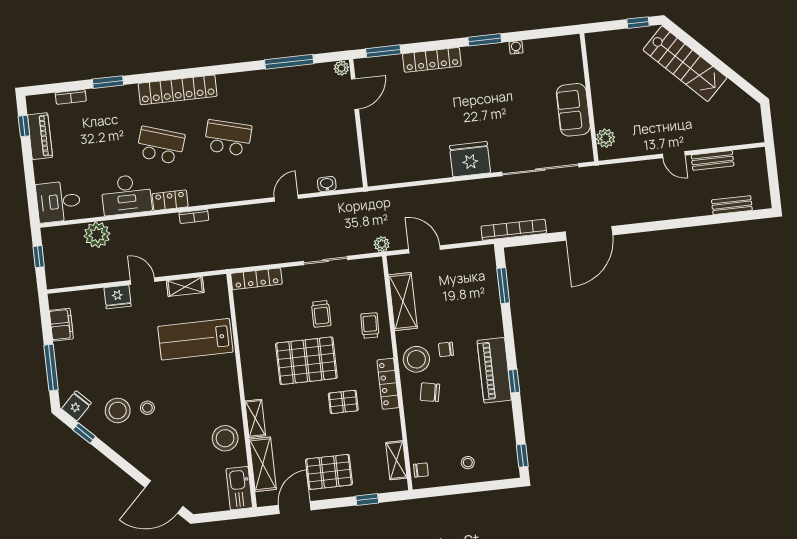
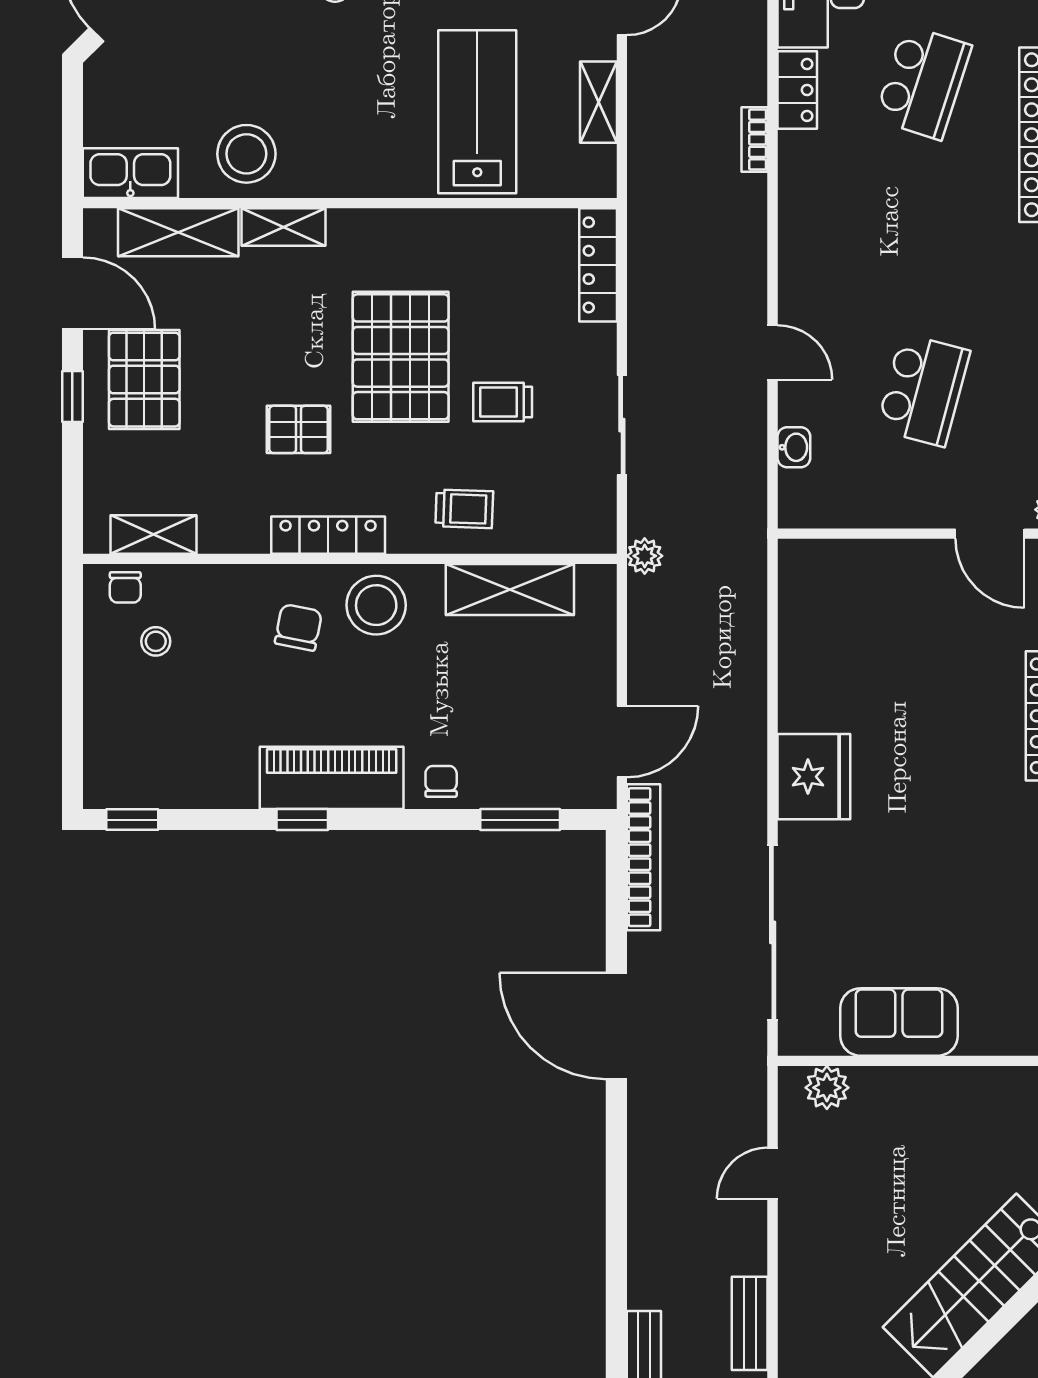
school desk: (228, 138) -> (923, 390), moved
door: (674, 155) -> (773, 1173), moved
door: (424, 249) -> (622, 742), moved
chair: (446, 349) -> (441, 781), moved
pallet: (343, 402) -> (298, 429), turned 90
stool: (468, 463) -> (156, 641), moved
window: (367, 499) -> (72, 396), moved

